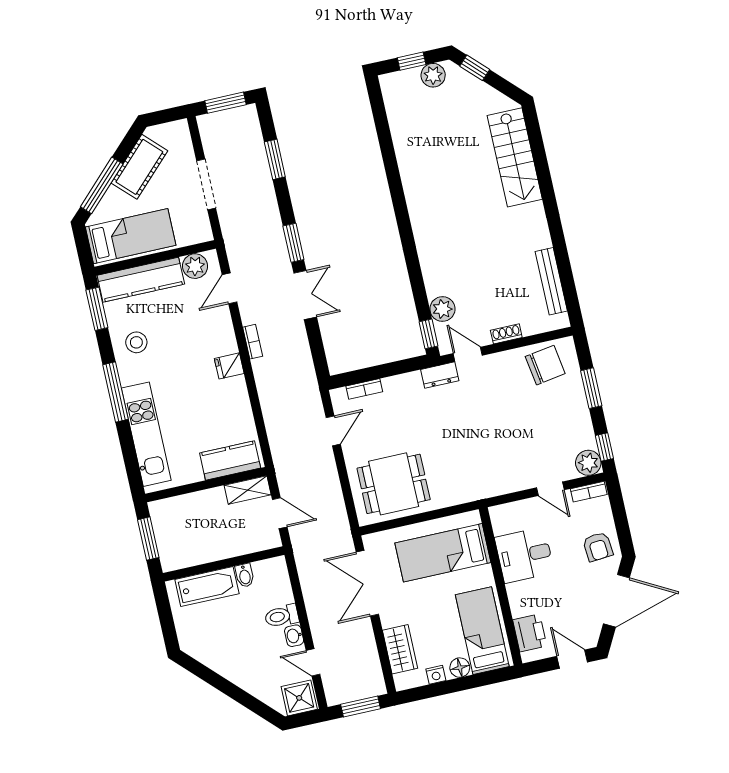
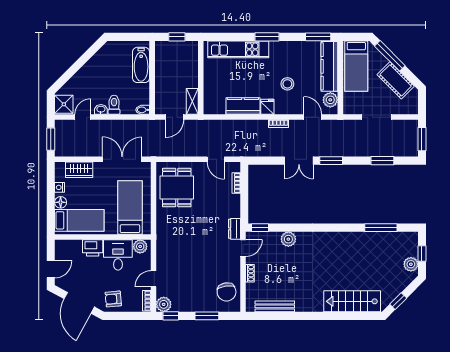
window: (475, 68) -> (398, 301), moved
window: (385, 137) -> (381, 228), added
plant: (442, 309) -> (288, 239), moved
stool: (136, 342) -> (287, 84), moved
window: (116, 392) -> (267, 37), width x0.69
kitchen counter: (230, 460) -> (243, 106), moved, turned -90
plant: (503, 522) -> (140, 246), added
window: (148, 539) -> (177, 37), width x0.67
bidet: (245, 575) -> (143, 110), moved
printer: (530, 633) -> (93, 248), moved

